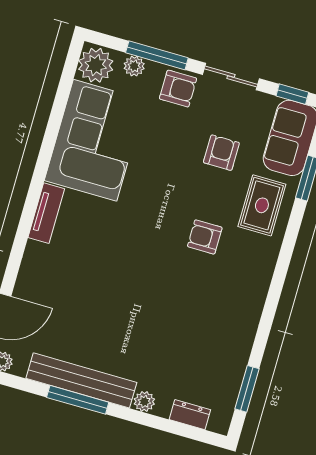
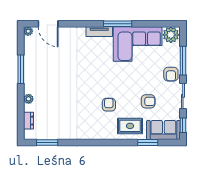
plant: (134, 66) -> (175, 52), removed
window: (41, 170) -> (118, 24), added
bench: (81, 380) -> (30, 68), removed

